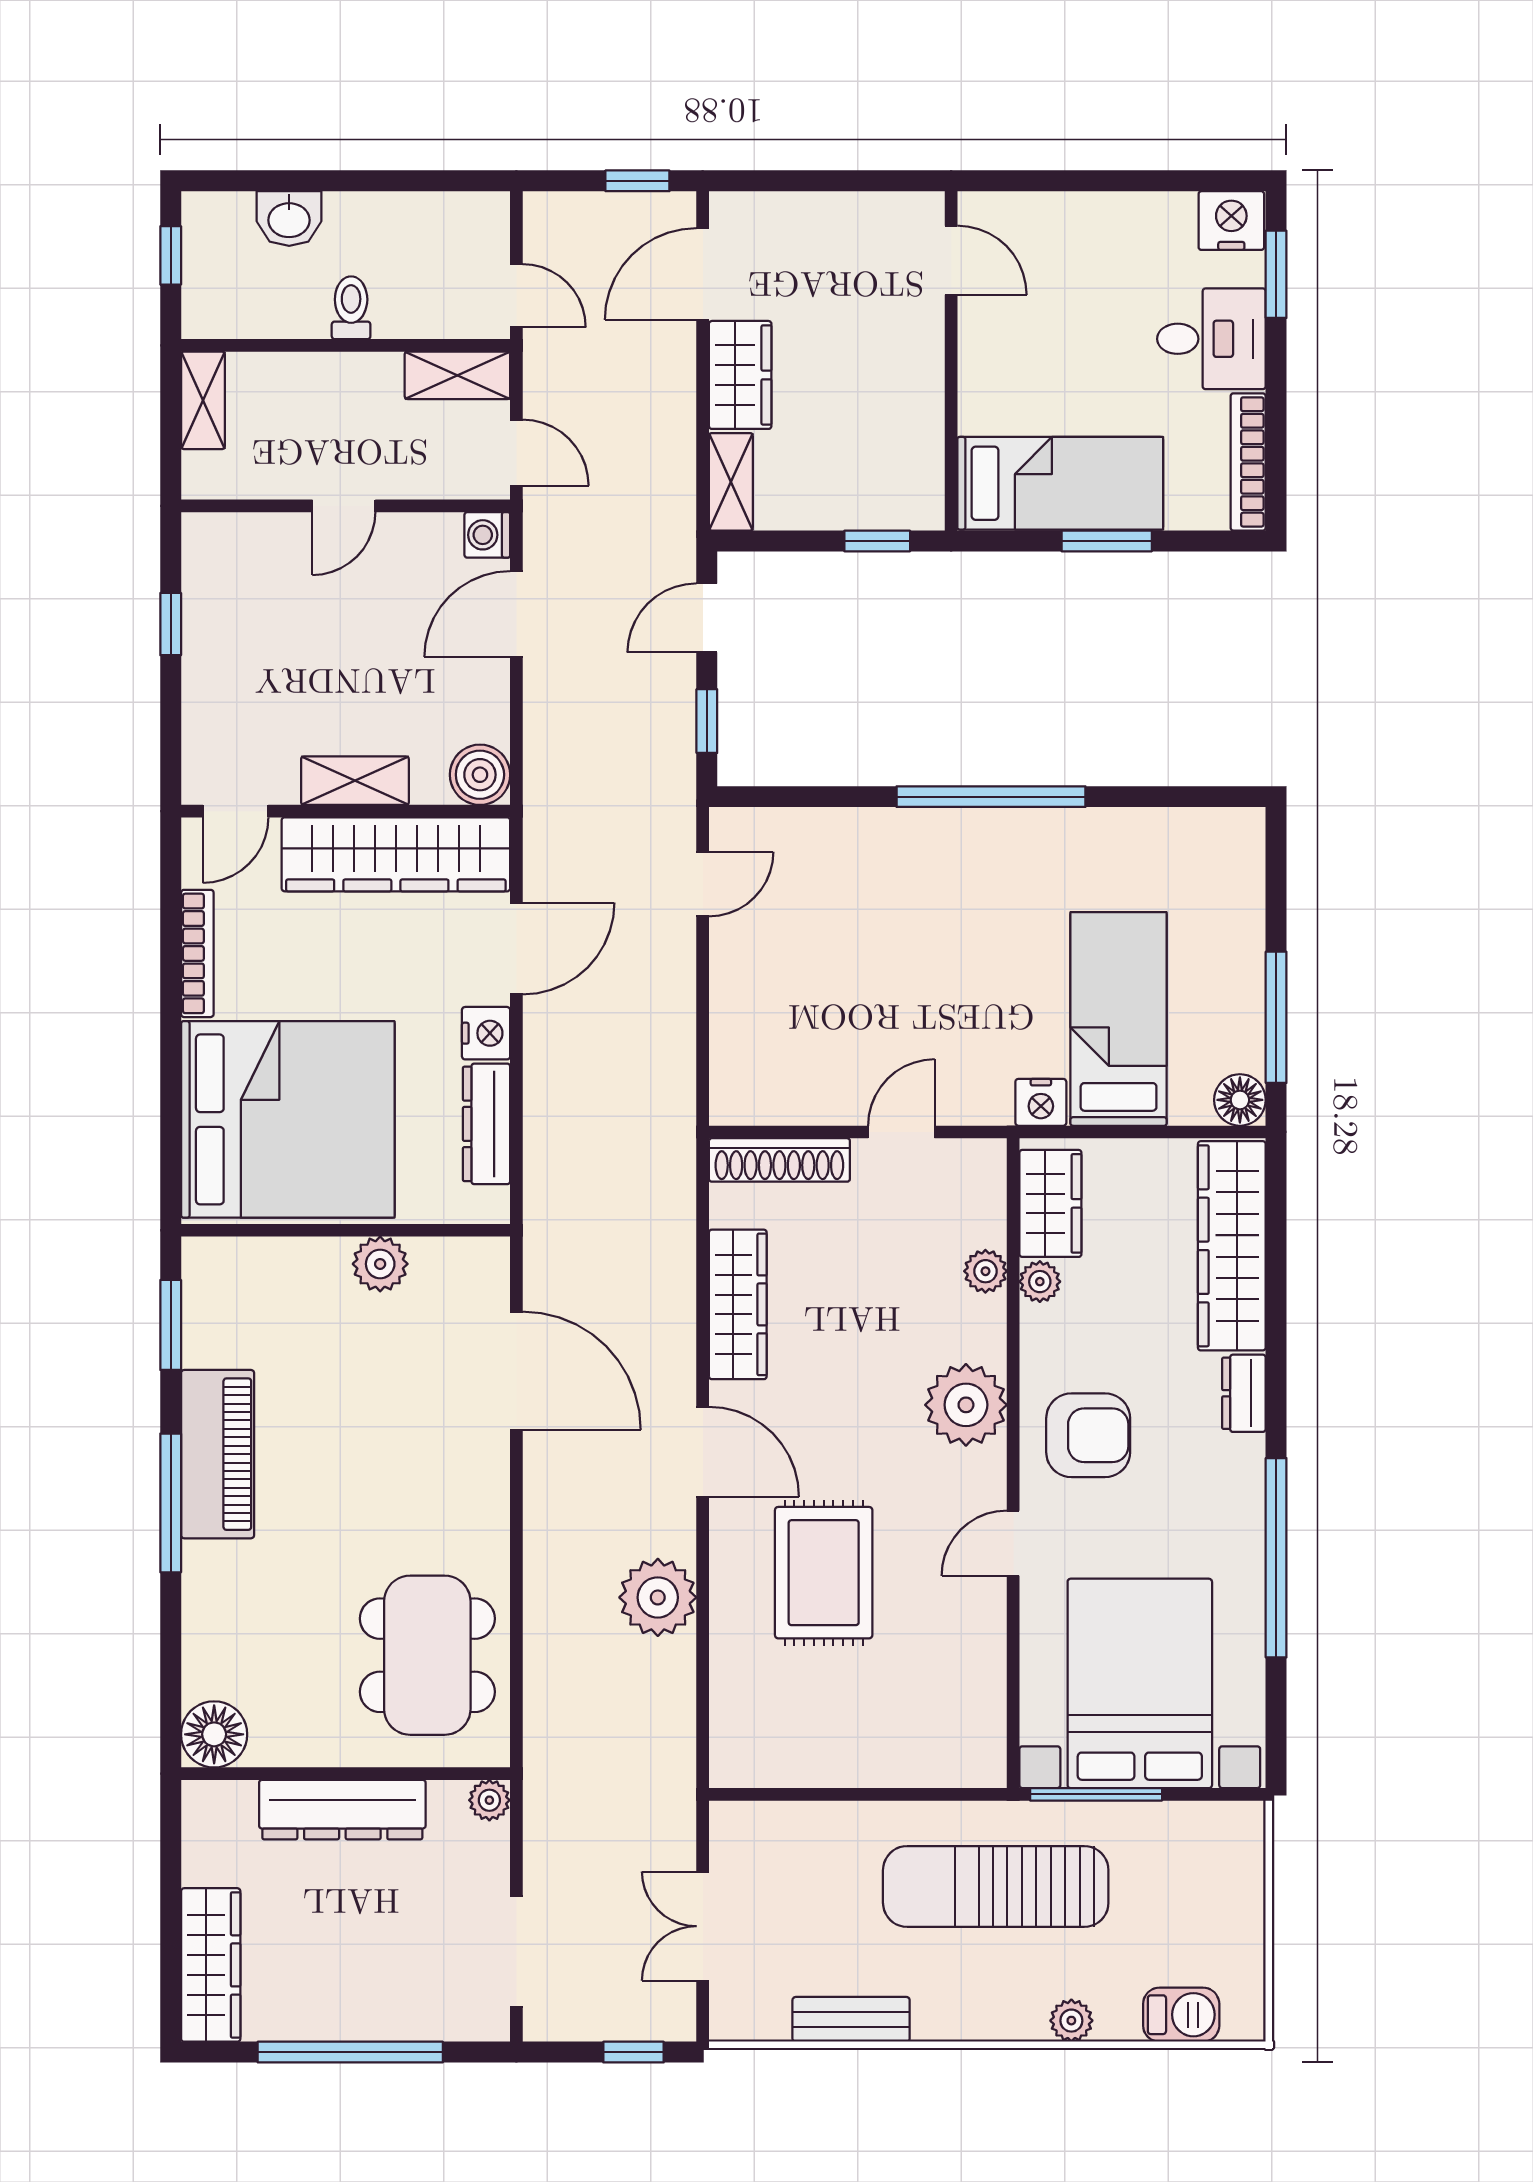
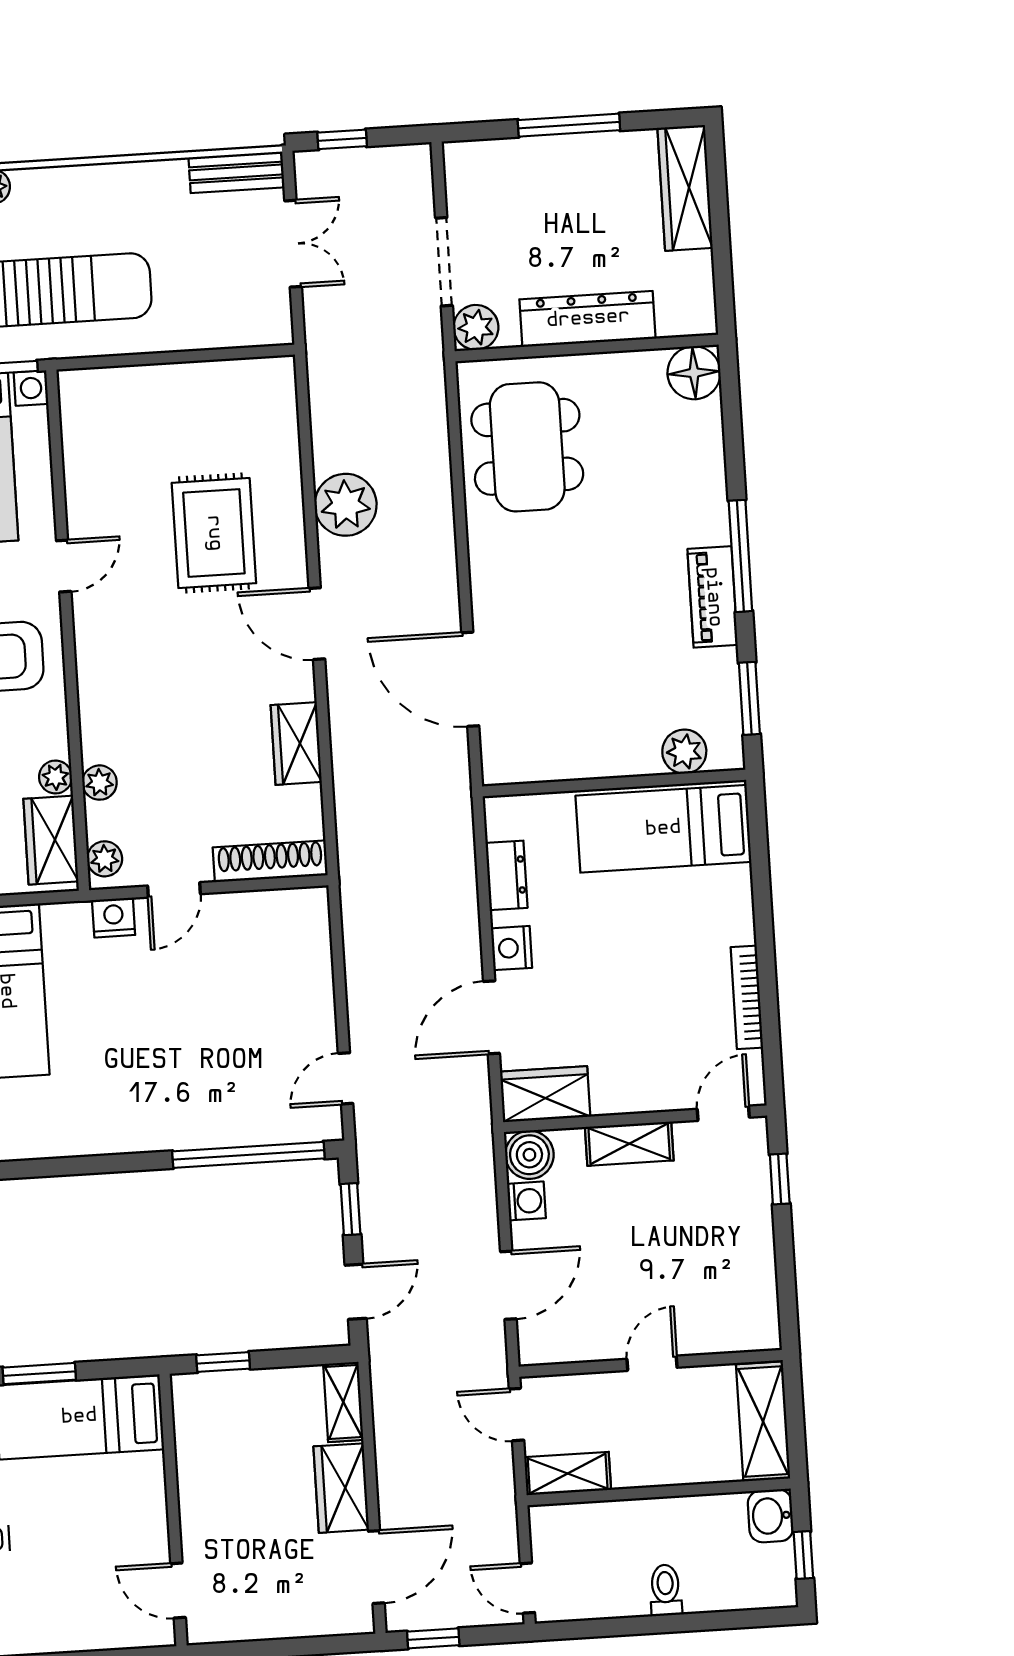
washbasin: (289, 219) -> (771, 1516), moved, turned -90
door: (516, 296) -> (527, 1588), moved
toilet: (351, 308) -> (666, 1590), moved, turned 180
shelving: (203, 400) -> (763, 1421), width x1.50, depth x1.33
washing machine: (487, 535) -> (526, 1201), moved
window: (171, 624) -> (780, 1179), moved
window: (991, 797) -> (248, 1155), moved
wardrobe: (396, 854) -> (545, 1094), width x0.48, depth x0.85
nightstand: (1041, 1102) -> (114, 917), moved
bed: (288, 1119) -> (663, 829), width x0.49
dresser: (487, 1124) -> (507, 875), width x0.70
plant: (380, 1264) -> (684, 752), moved
wardrobe: (738, 1304) -> (296, 744), width x0.67
plant: (966, 1405) -> (105, 859), moved, width x0.53, depth x0.53
piano: (218, 1454) -> (713, 597), width x0.73, depth x0.75
plant: (489, 1800) -> (476, 327), width x1.38, depth x1.38
doorway: (516, 1952) -> (444, 262), moved
bench: (851, 2019) -> (236, 172), moved
window: (350, 2052) -> (569, 125), width x0.68

